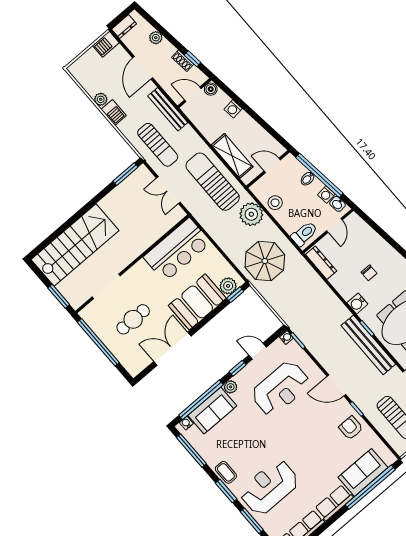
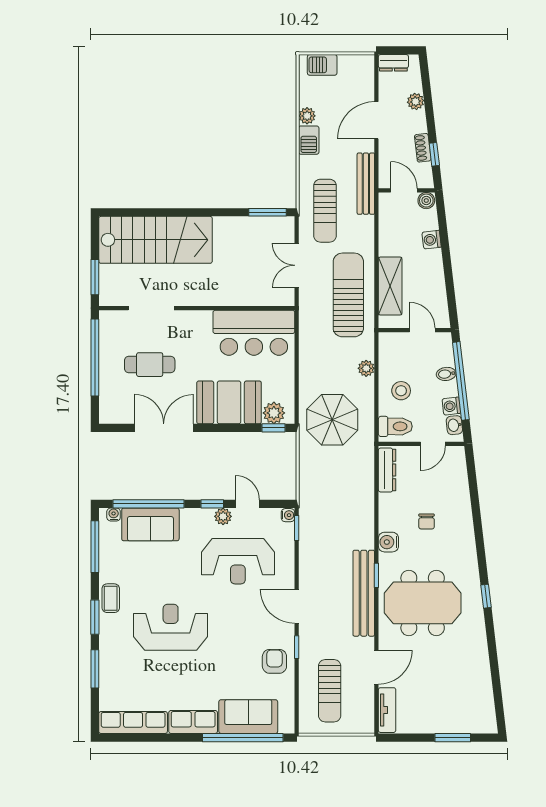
barbecue: (106, 44) -> (322, 65), moved
stool: (275, 203) -> (401, 391), moved
plant: (251, 214) -> (366, 368), width x0.53, depth x0.53
plant: (231, 387) -> (223, 516), moved
reception desk: (269, 487) -> (171, 627), moved

